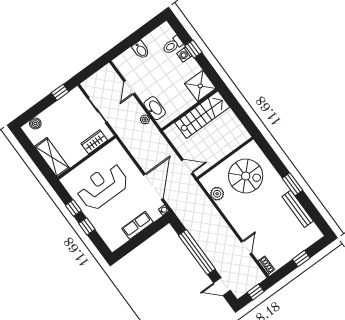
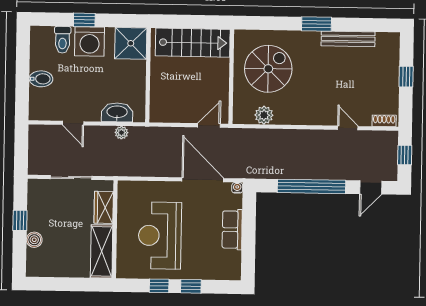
washing machine: (184, 54) -> (90, 41), width x1.89, depth x1.89
window: (60, 92) -> (20, 220), moved
stairs: (202, 115) -> (193, 43), moved, turned 90
boiler: (35, 123) -> (34, 240), moved
shelving: (52, 157) -> (102, 251), moved, turned 90

